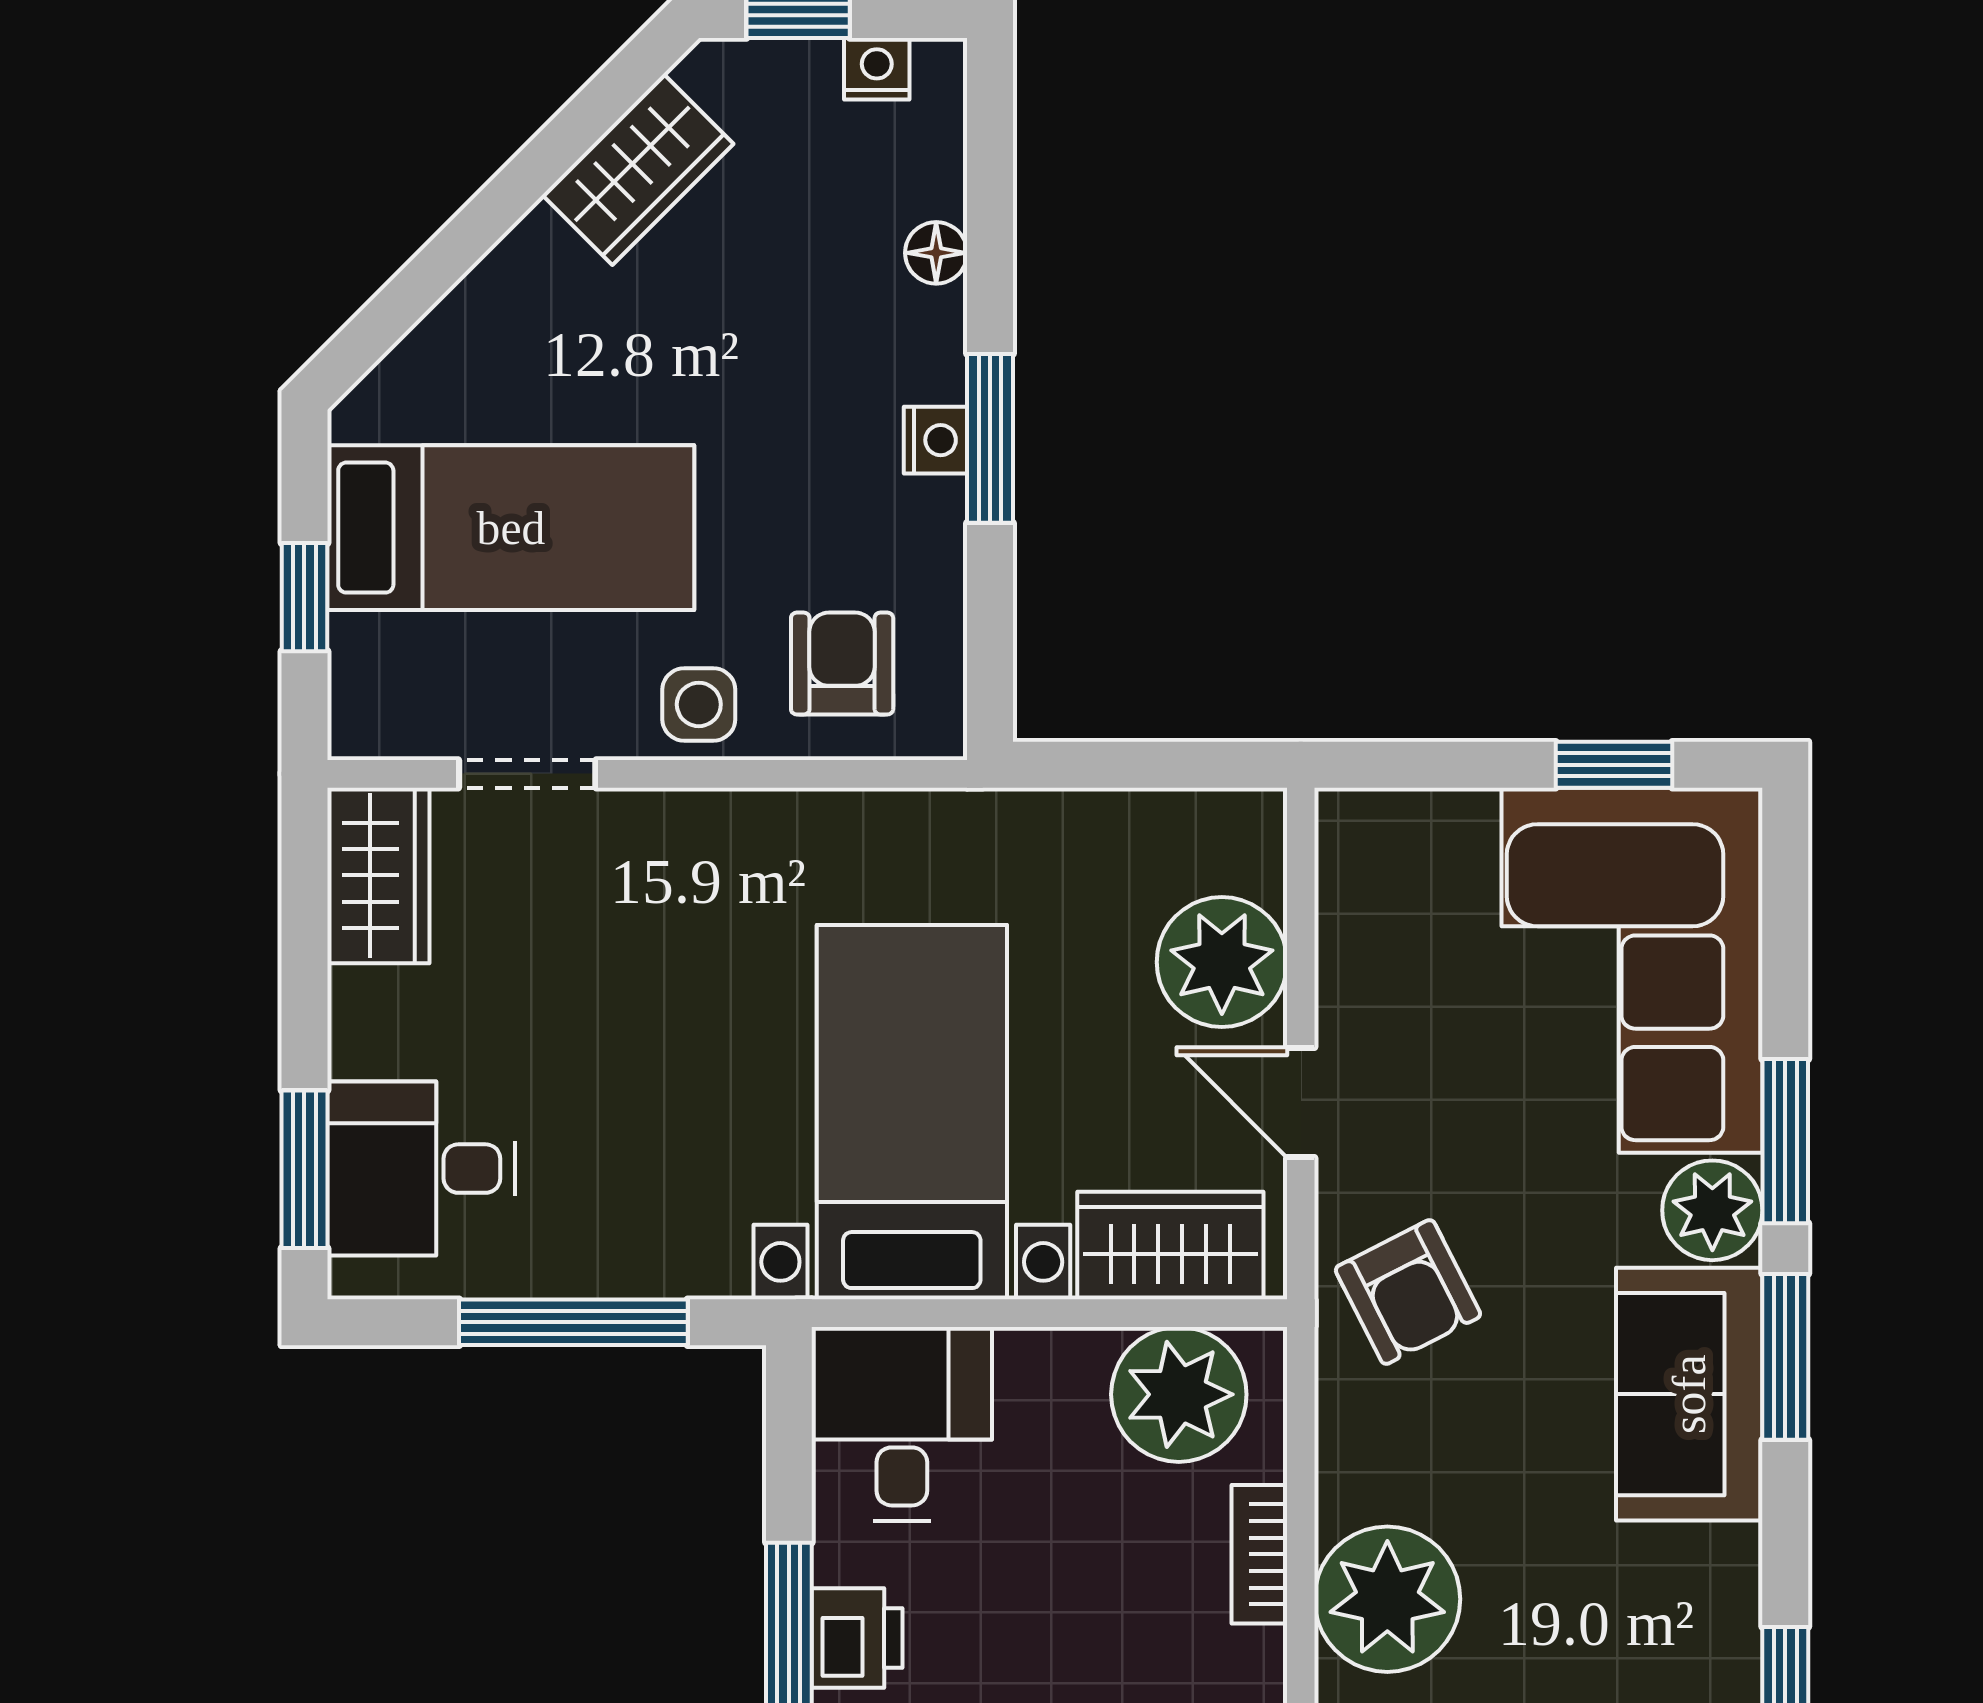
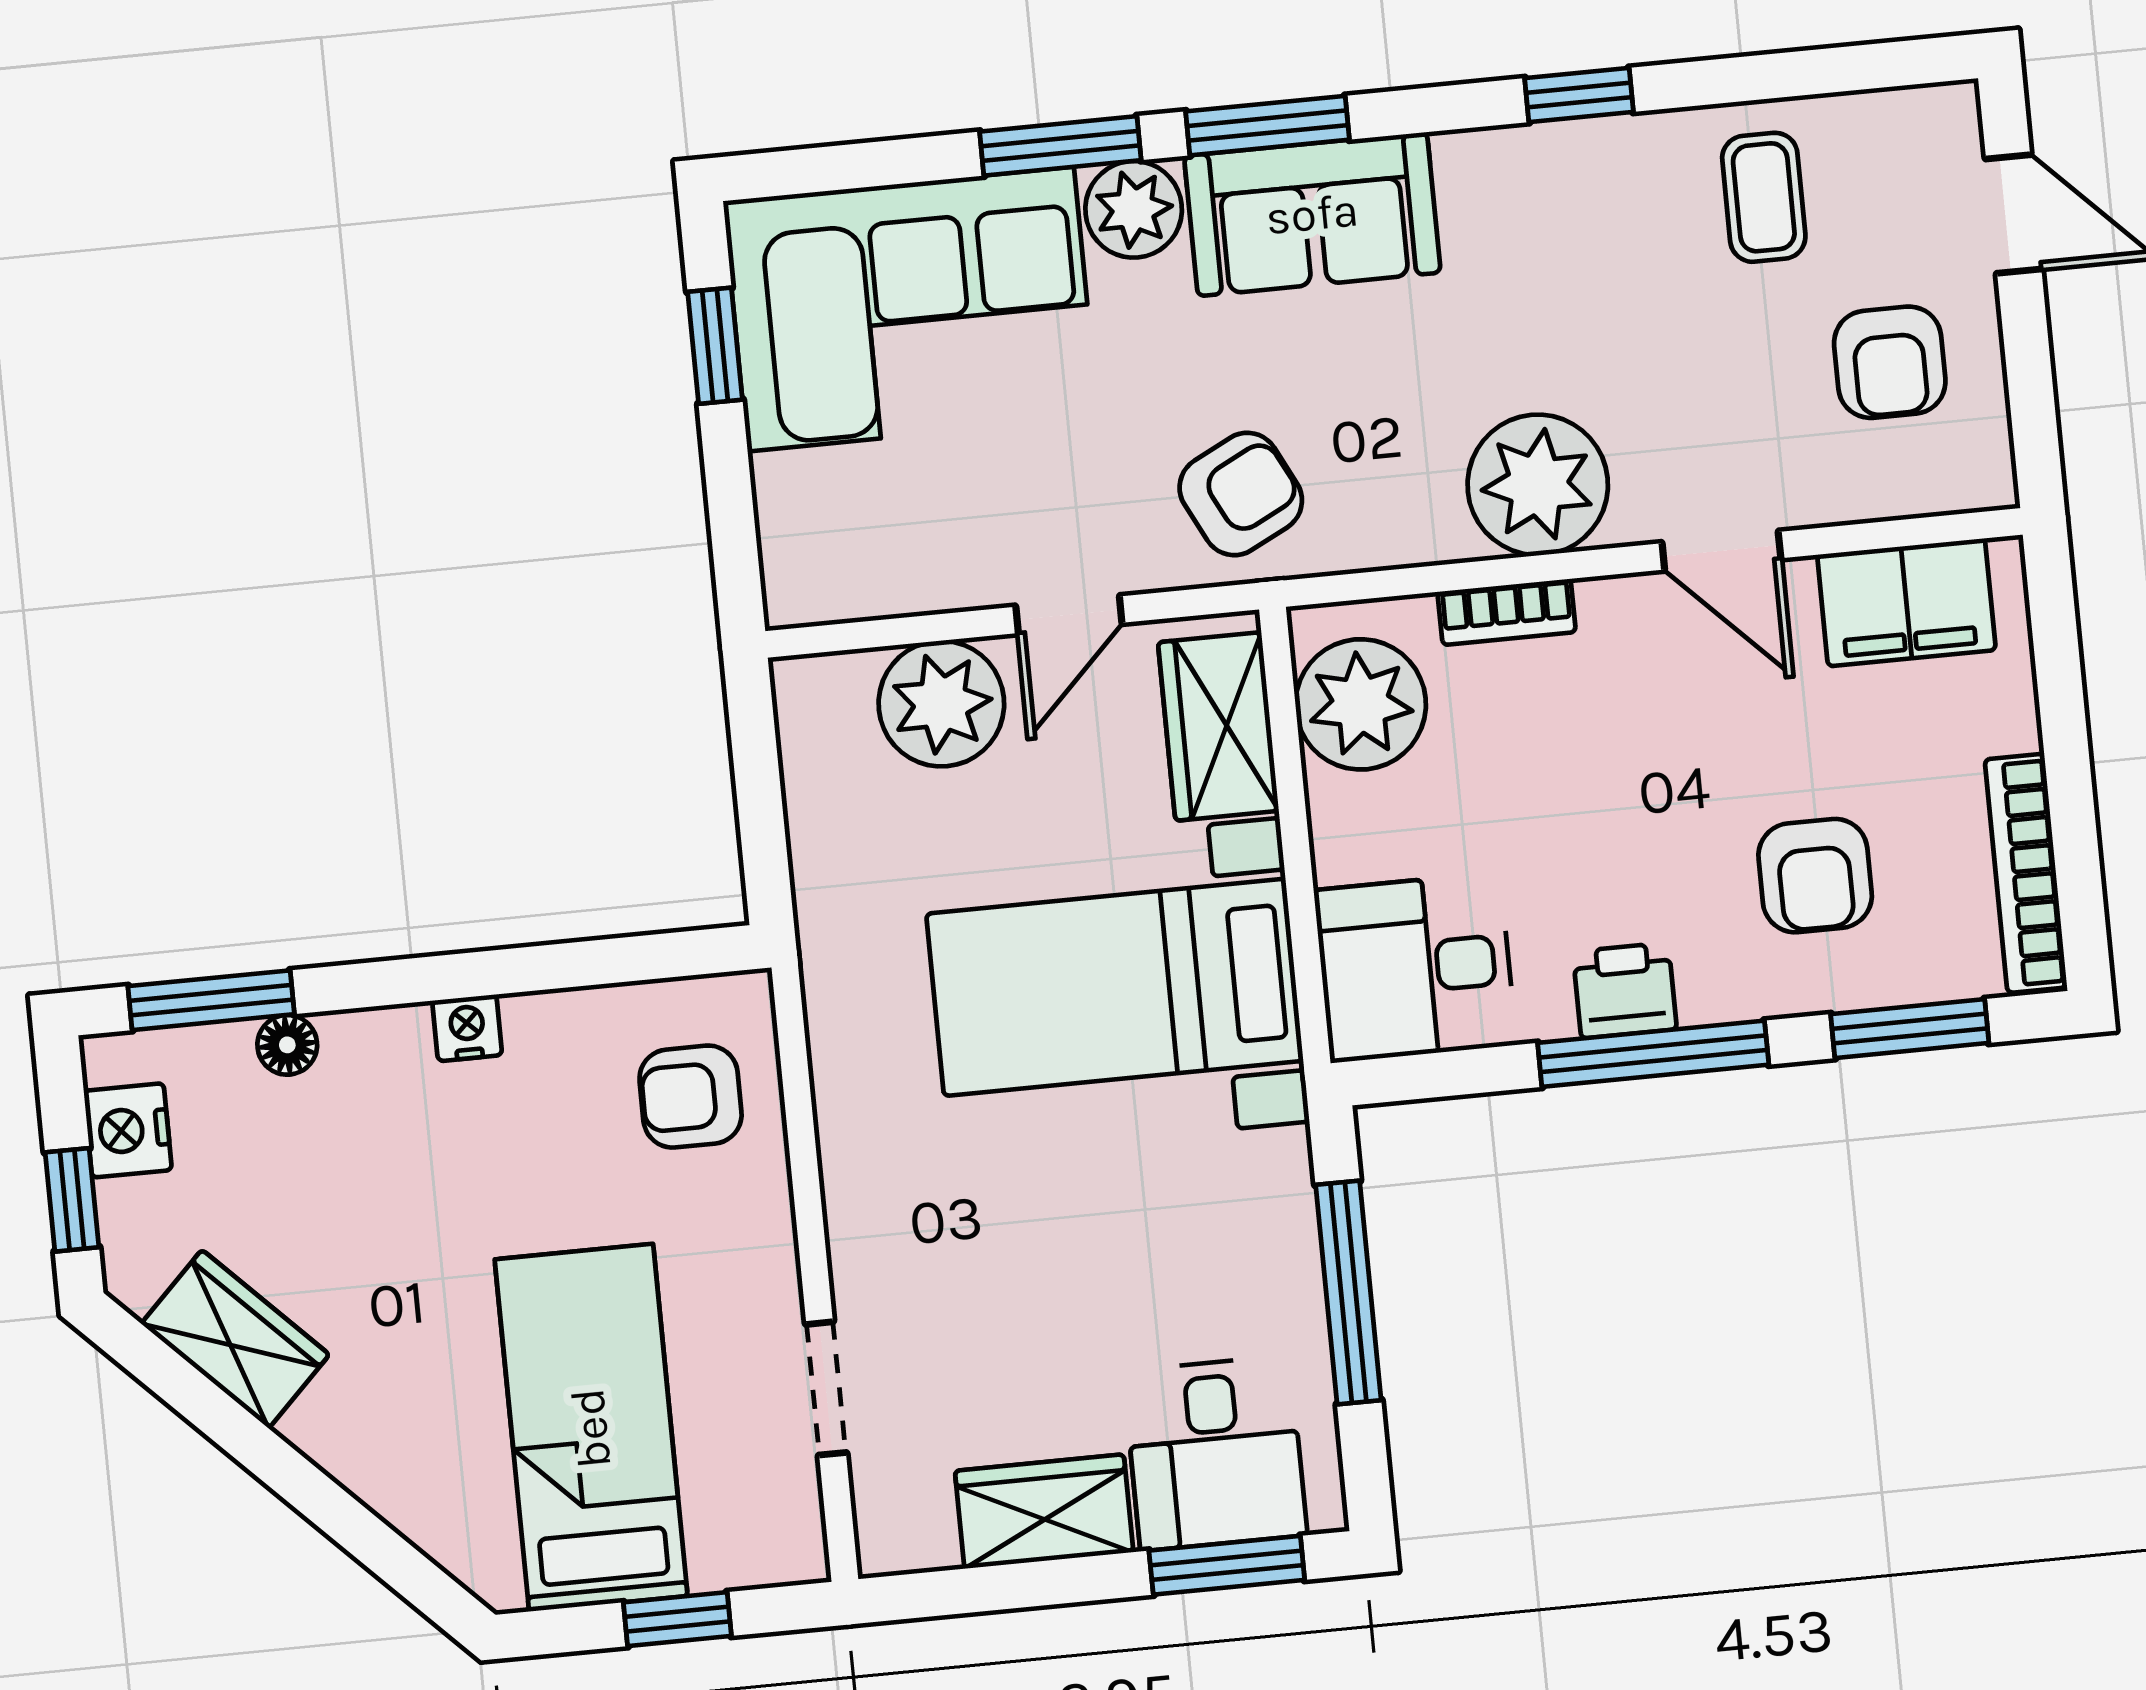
nightstand: (877, 69) -> (128, 1130), width x1.39, depth x1.35
window: (990, 438) -> (211, 1000), moved
side table: (699, 704) -> (743, 1230), removed
wardrobe: (378, 875) -> (1044, 1512), moved

